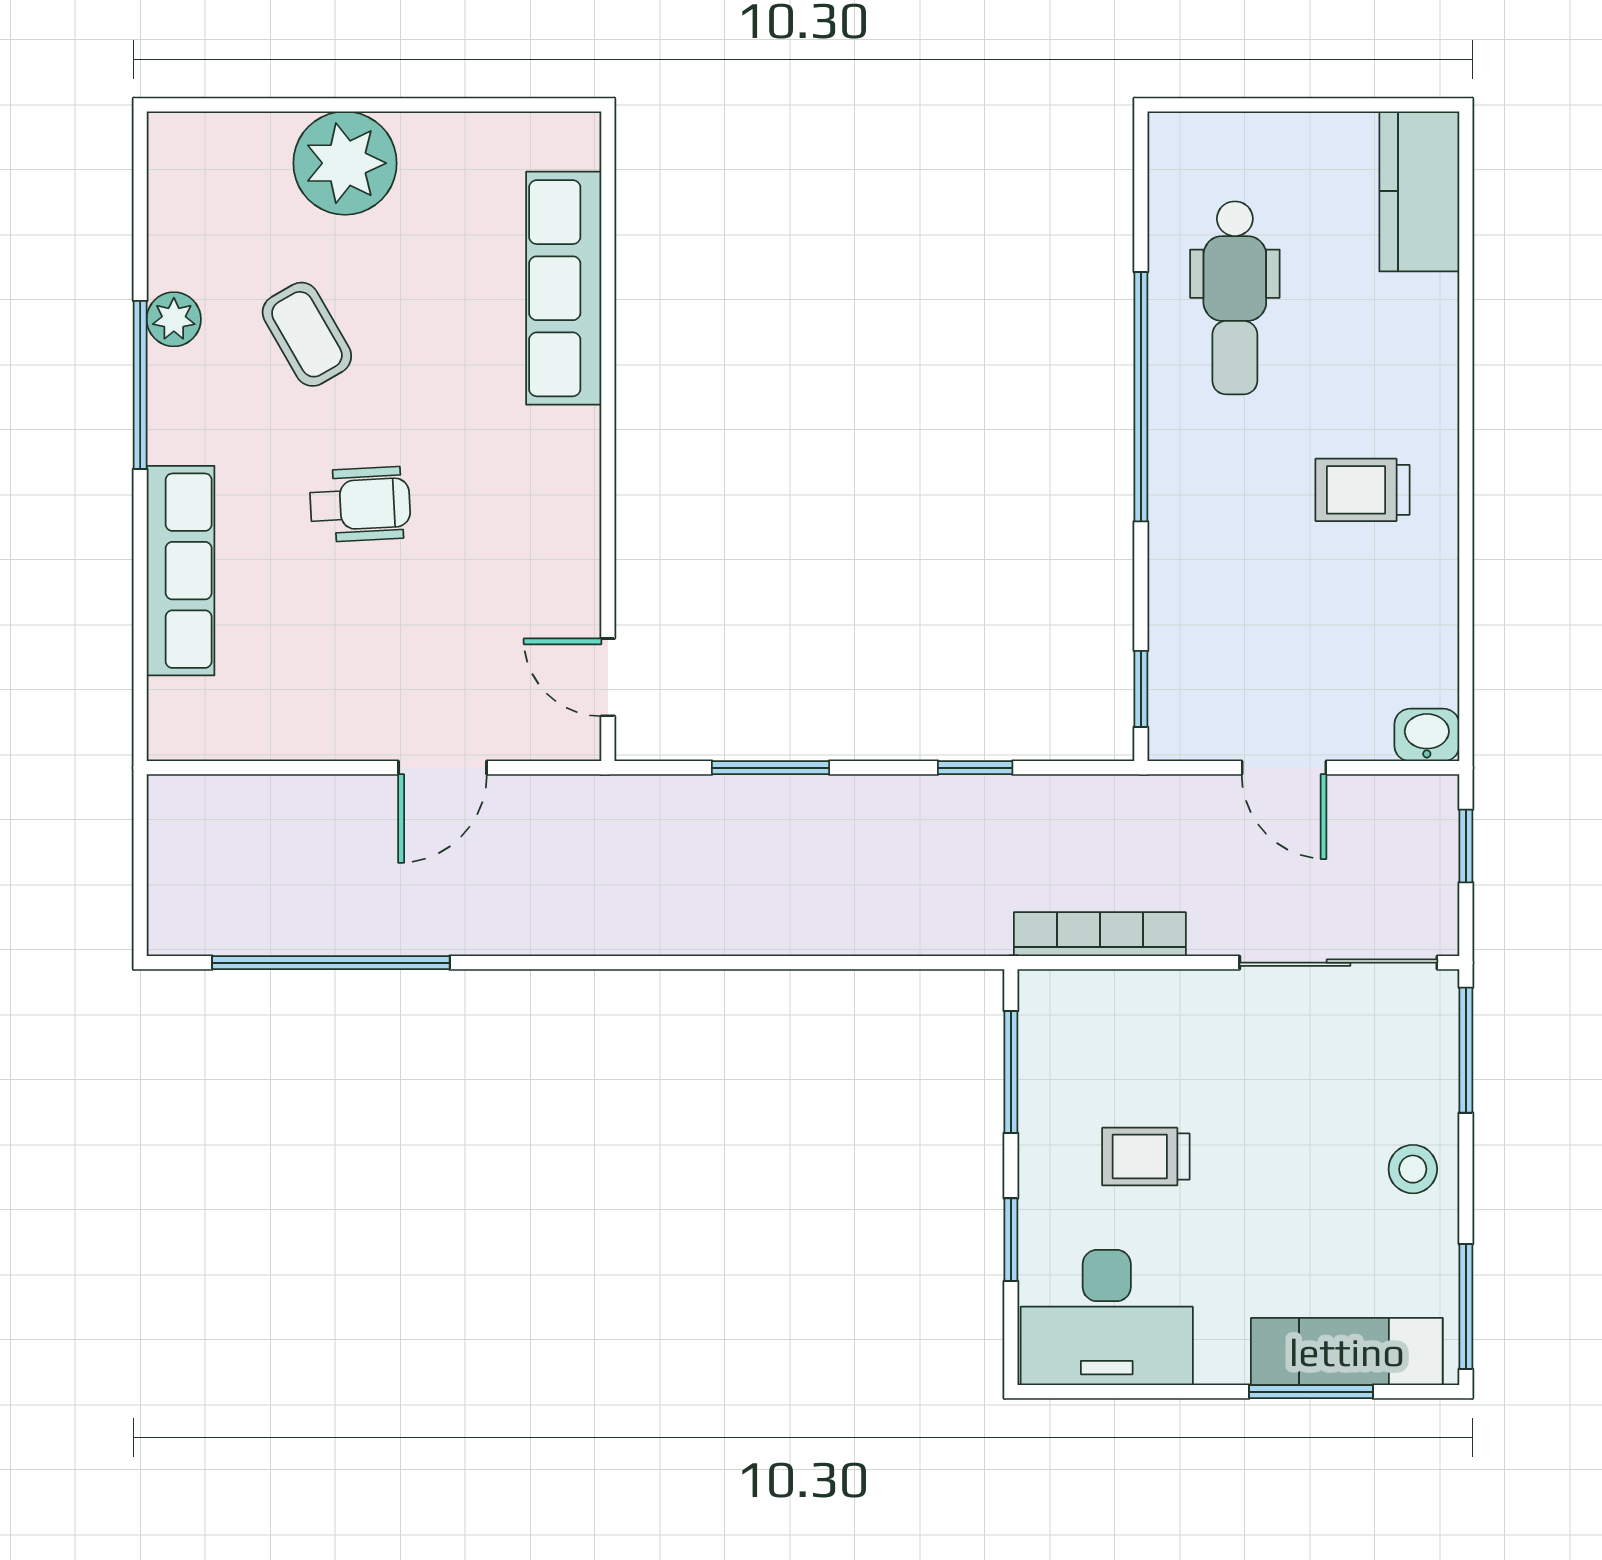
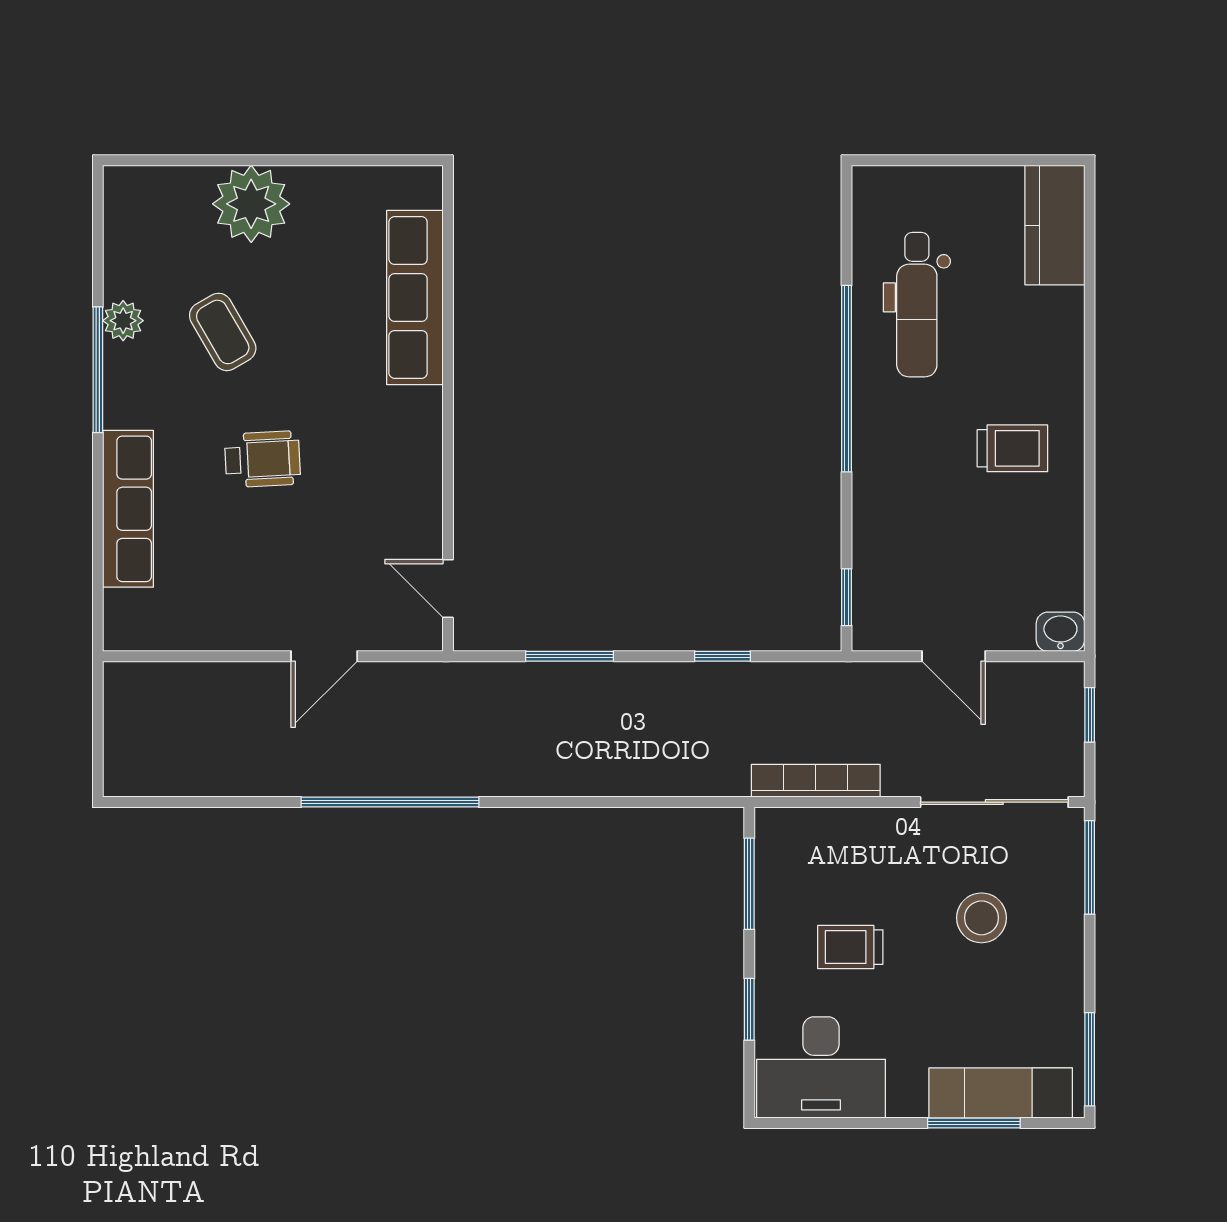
trolley: (1363, 490) -> (1012, 448), turned 180
window: (331, 963) -> (390, 802), moved
stool: (1413, 1169) -> (981, 918), moved, width x1.37, depth x1.37

